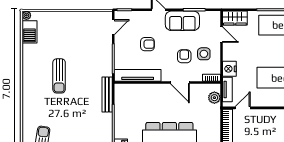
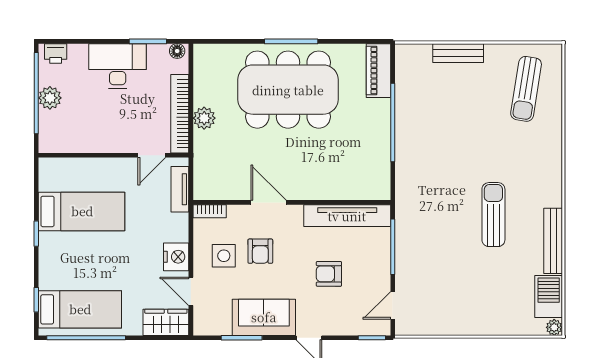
nightstand: (229, 69) -> (176, 257), moved
bench: (107, 94) -> (553, 241), moved
plant: (214, 98) -> (204, 118), moved

